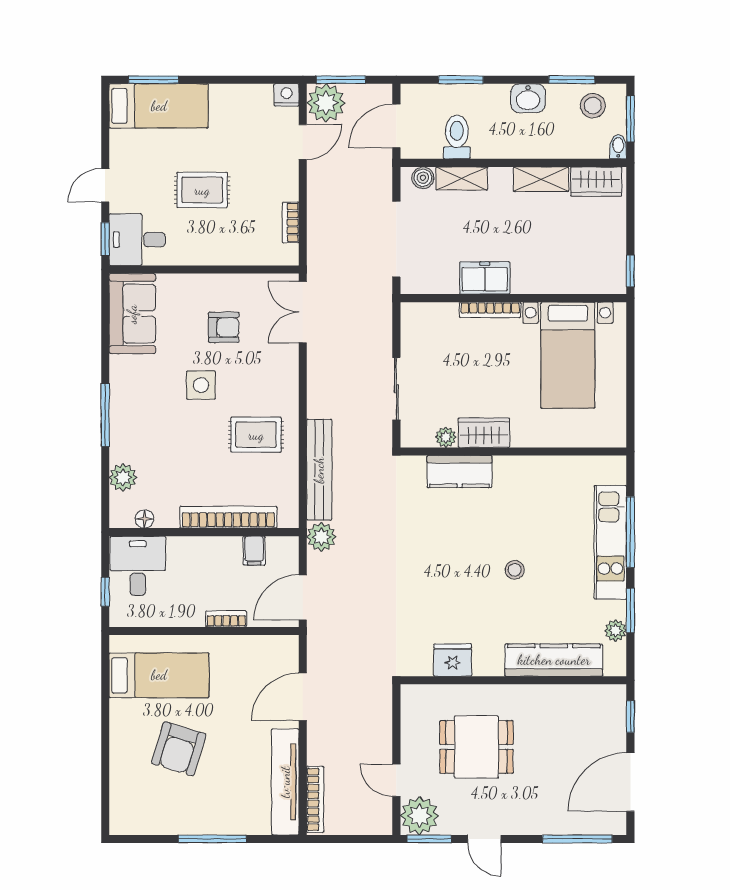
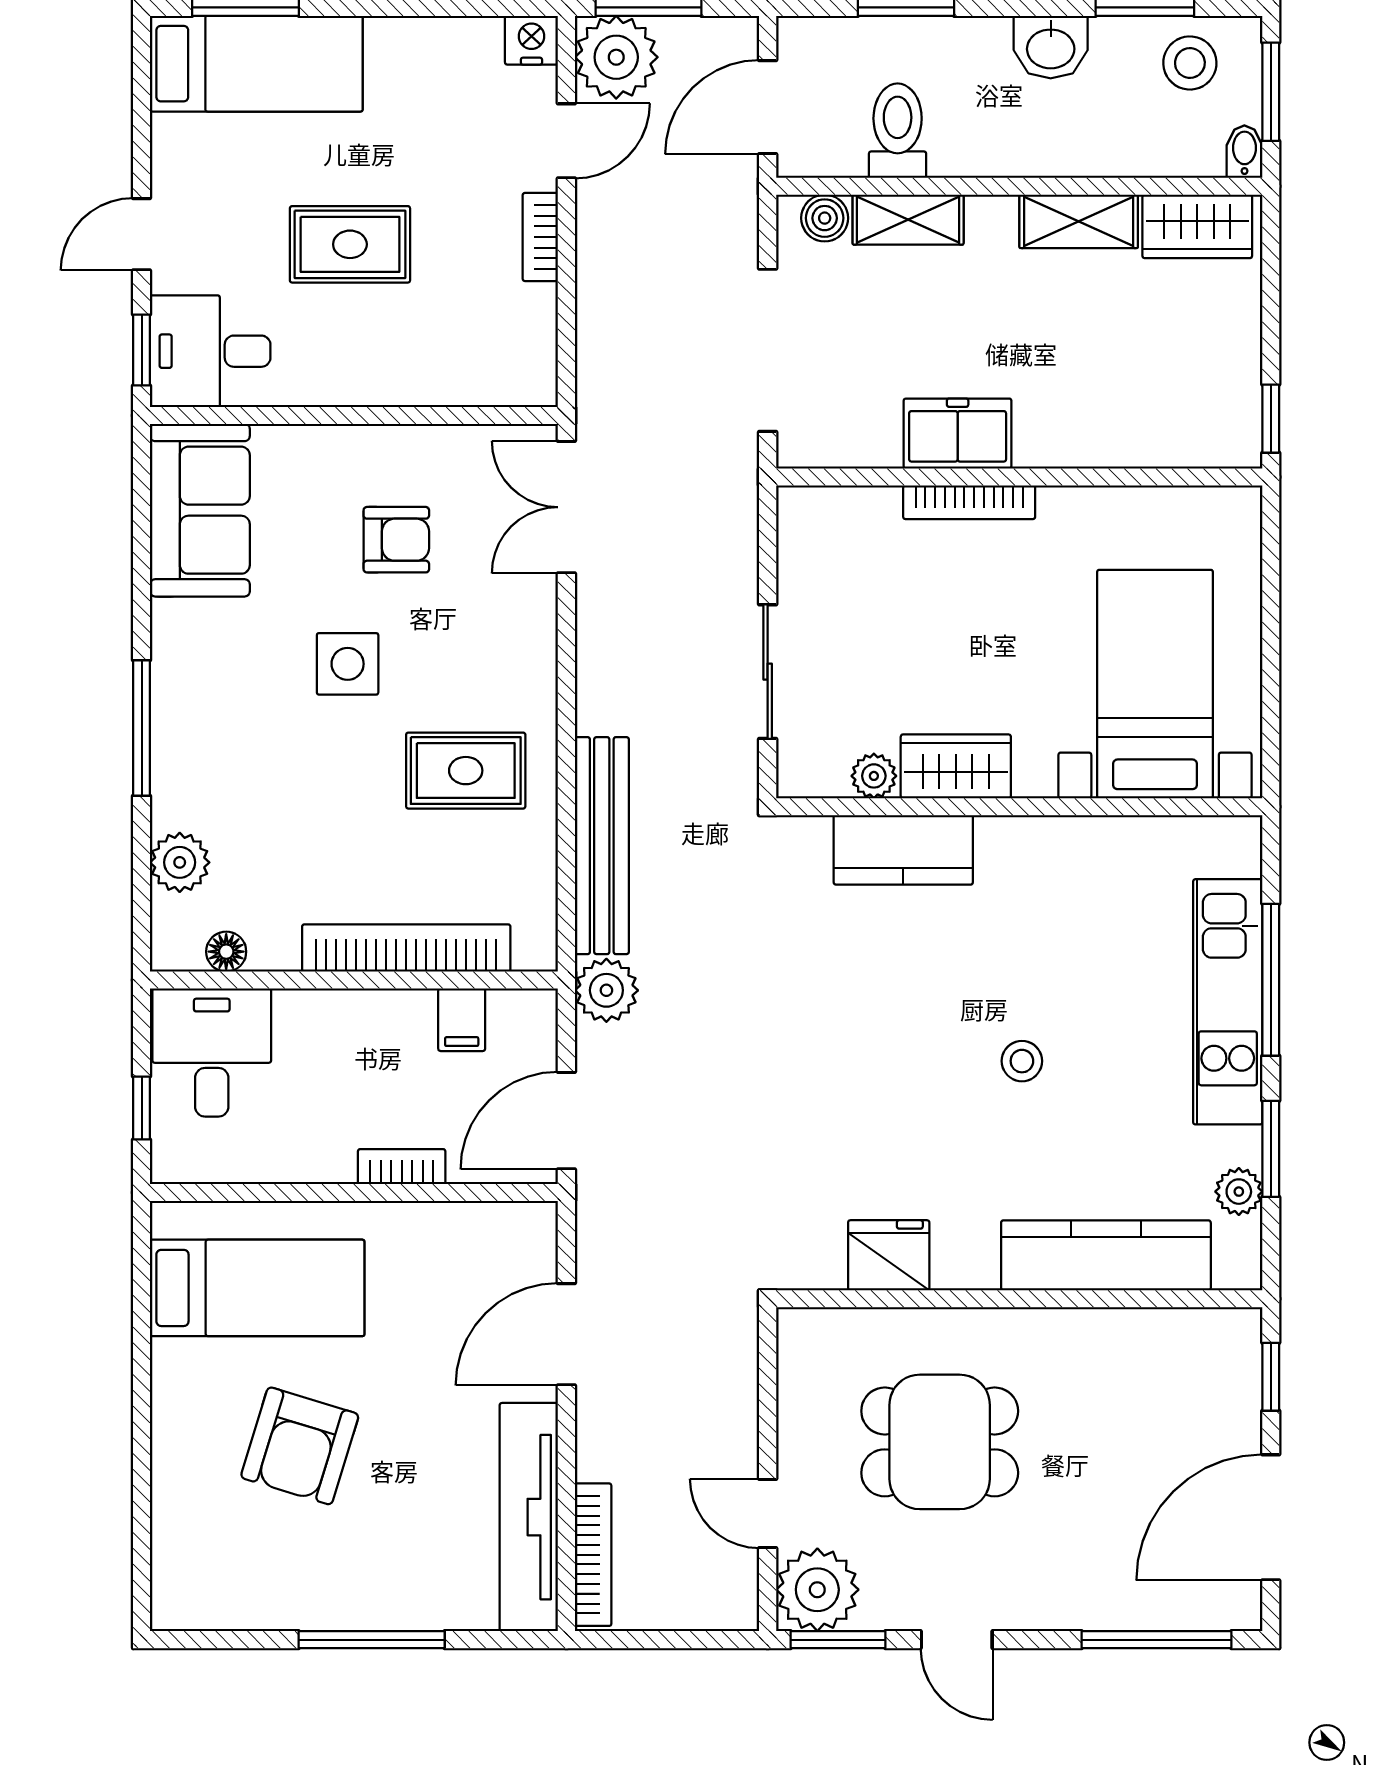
bookcase: (291, 222) -> (540, 237), moved
bed with nightstands: (568, 355) -> (1155, 684), moved, turned 180

